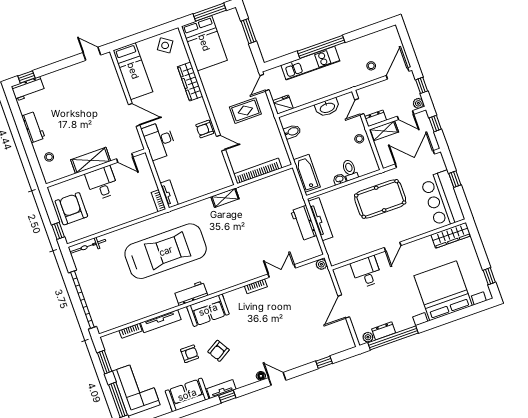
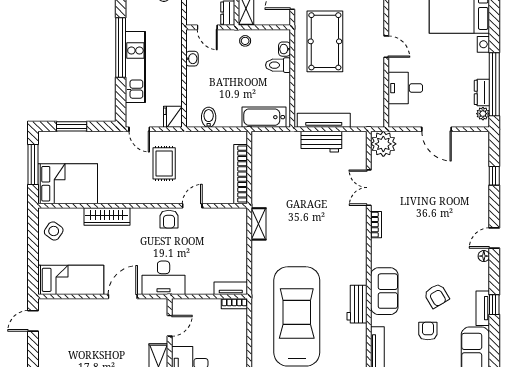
washbasin: (327, 107) -> (192, 59), width x0.52, depth x0.69
washbasin: (339, 179) -> (285, 49), moved
plant: (321, 264) -> (383, 144), width x1.88, depth x1.88

